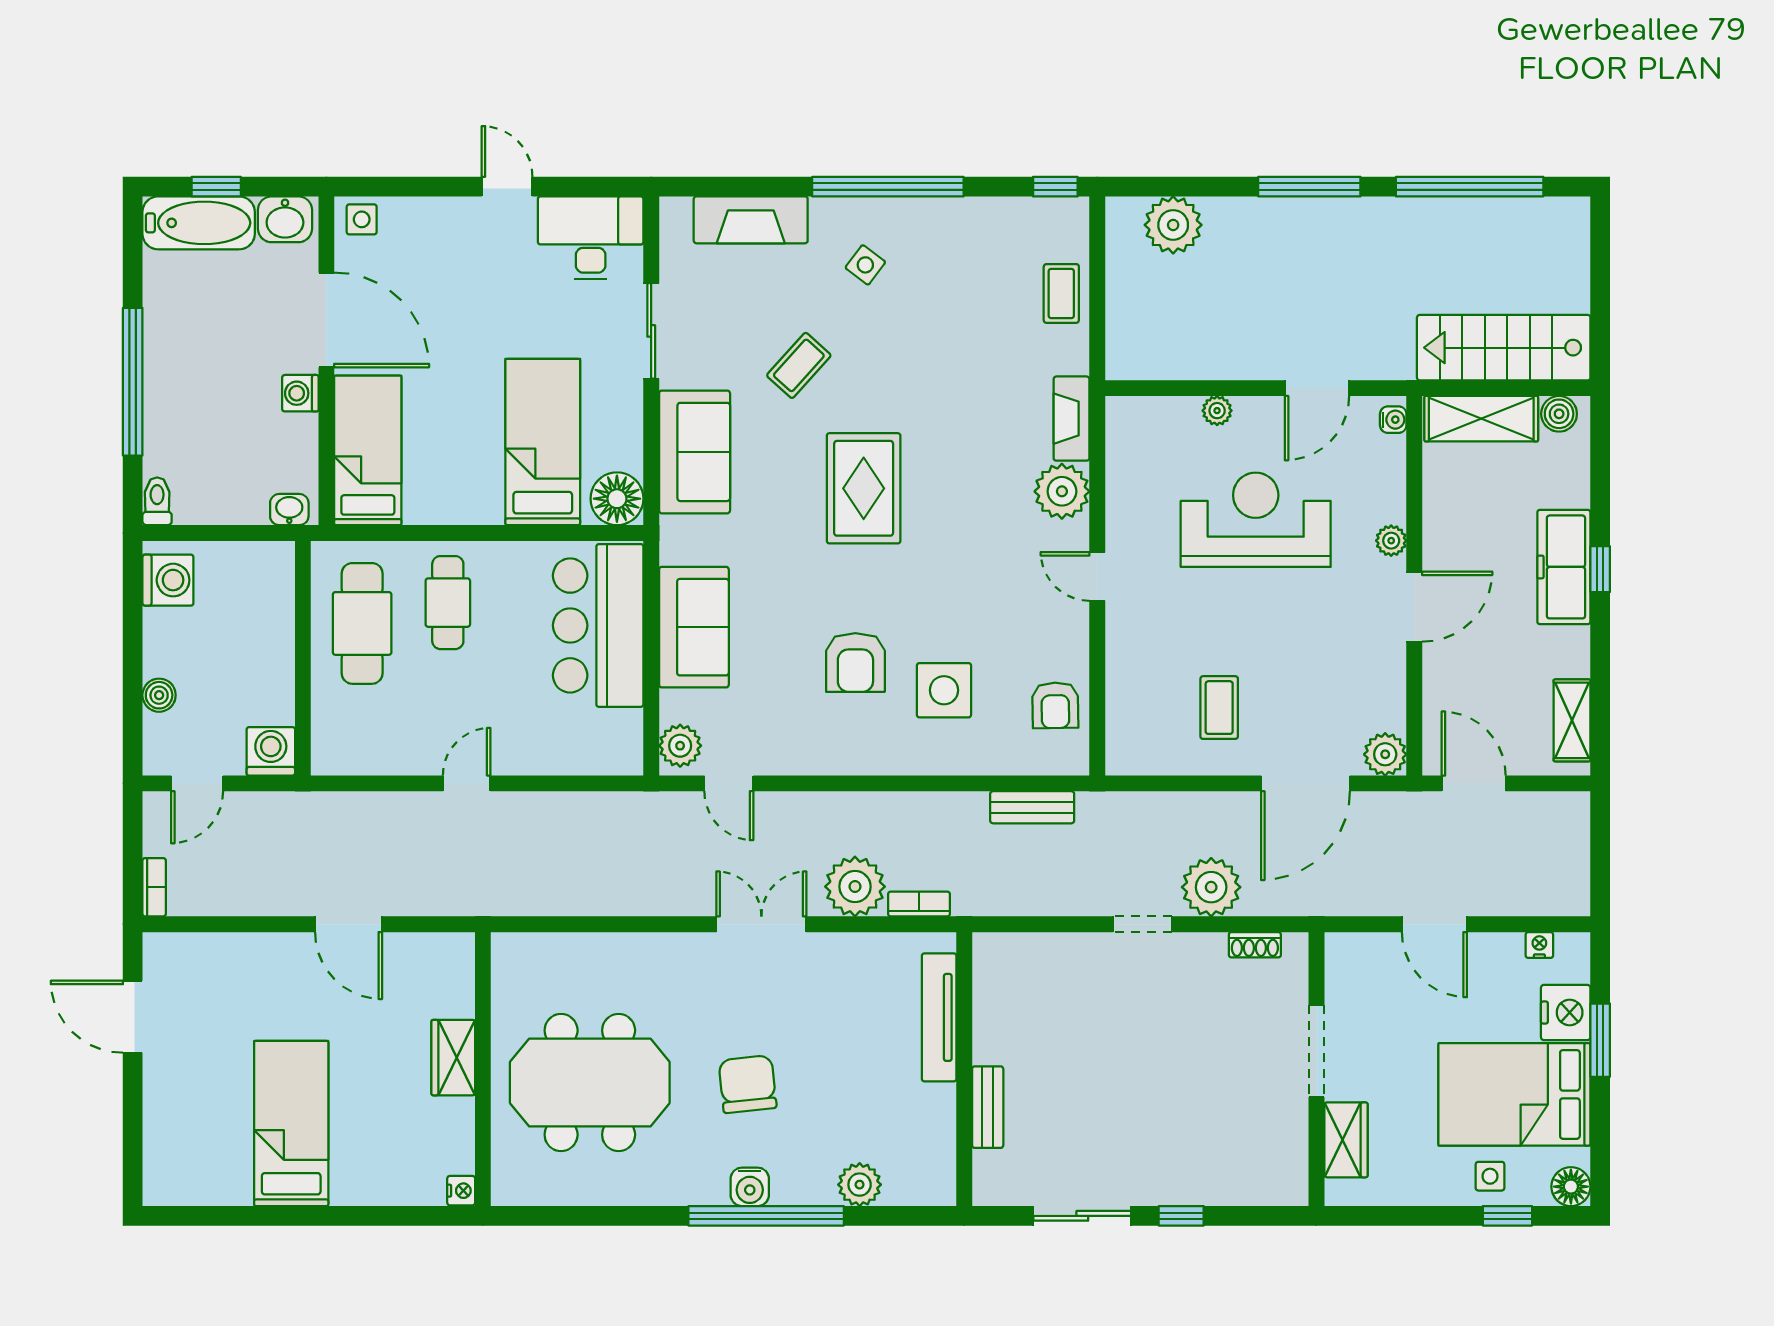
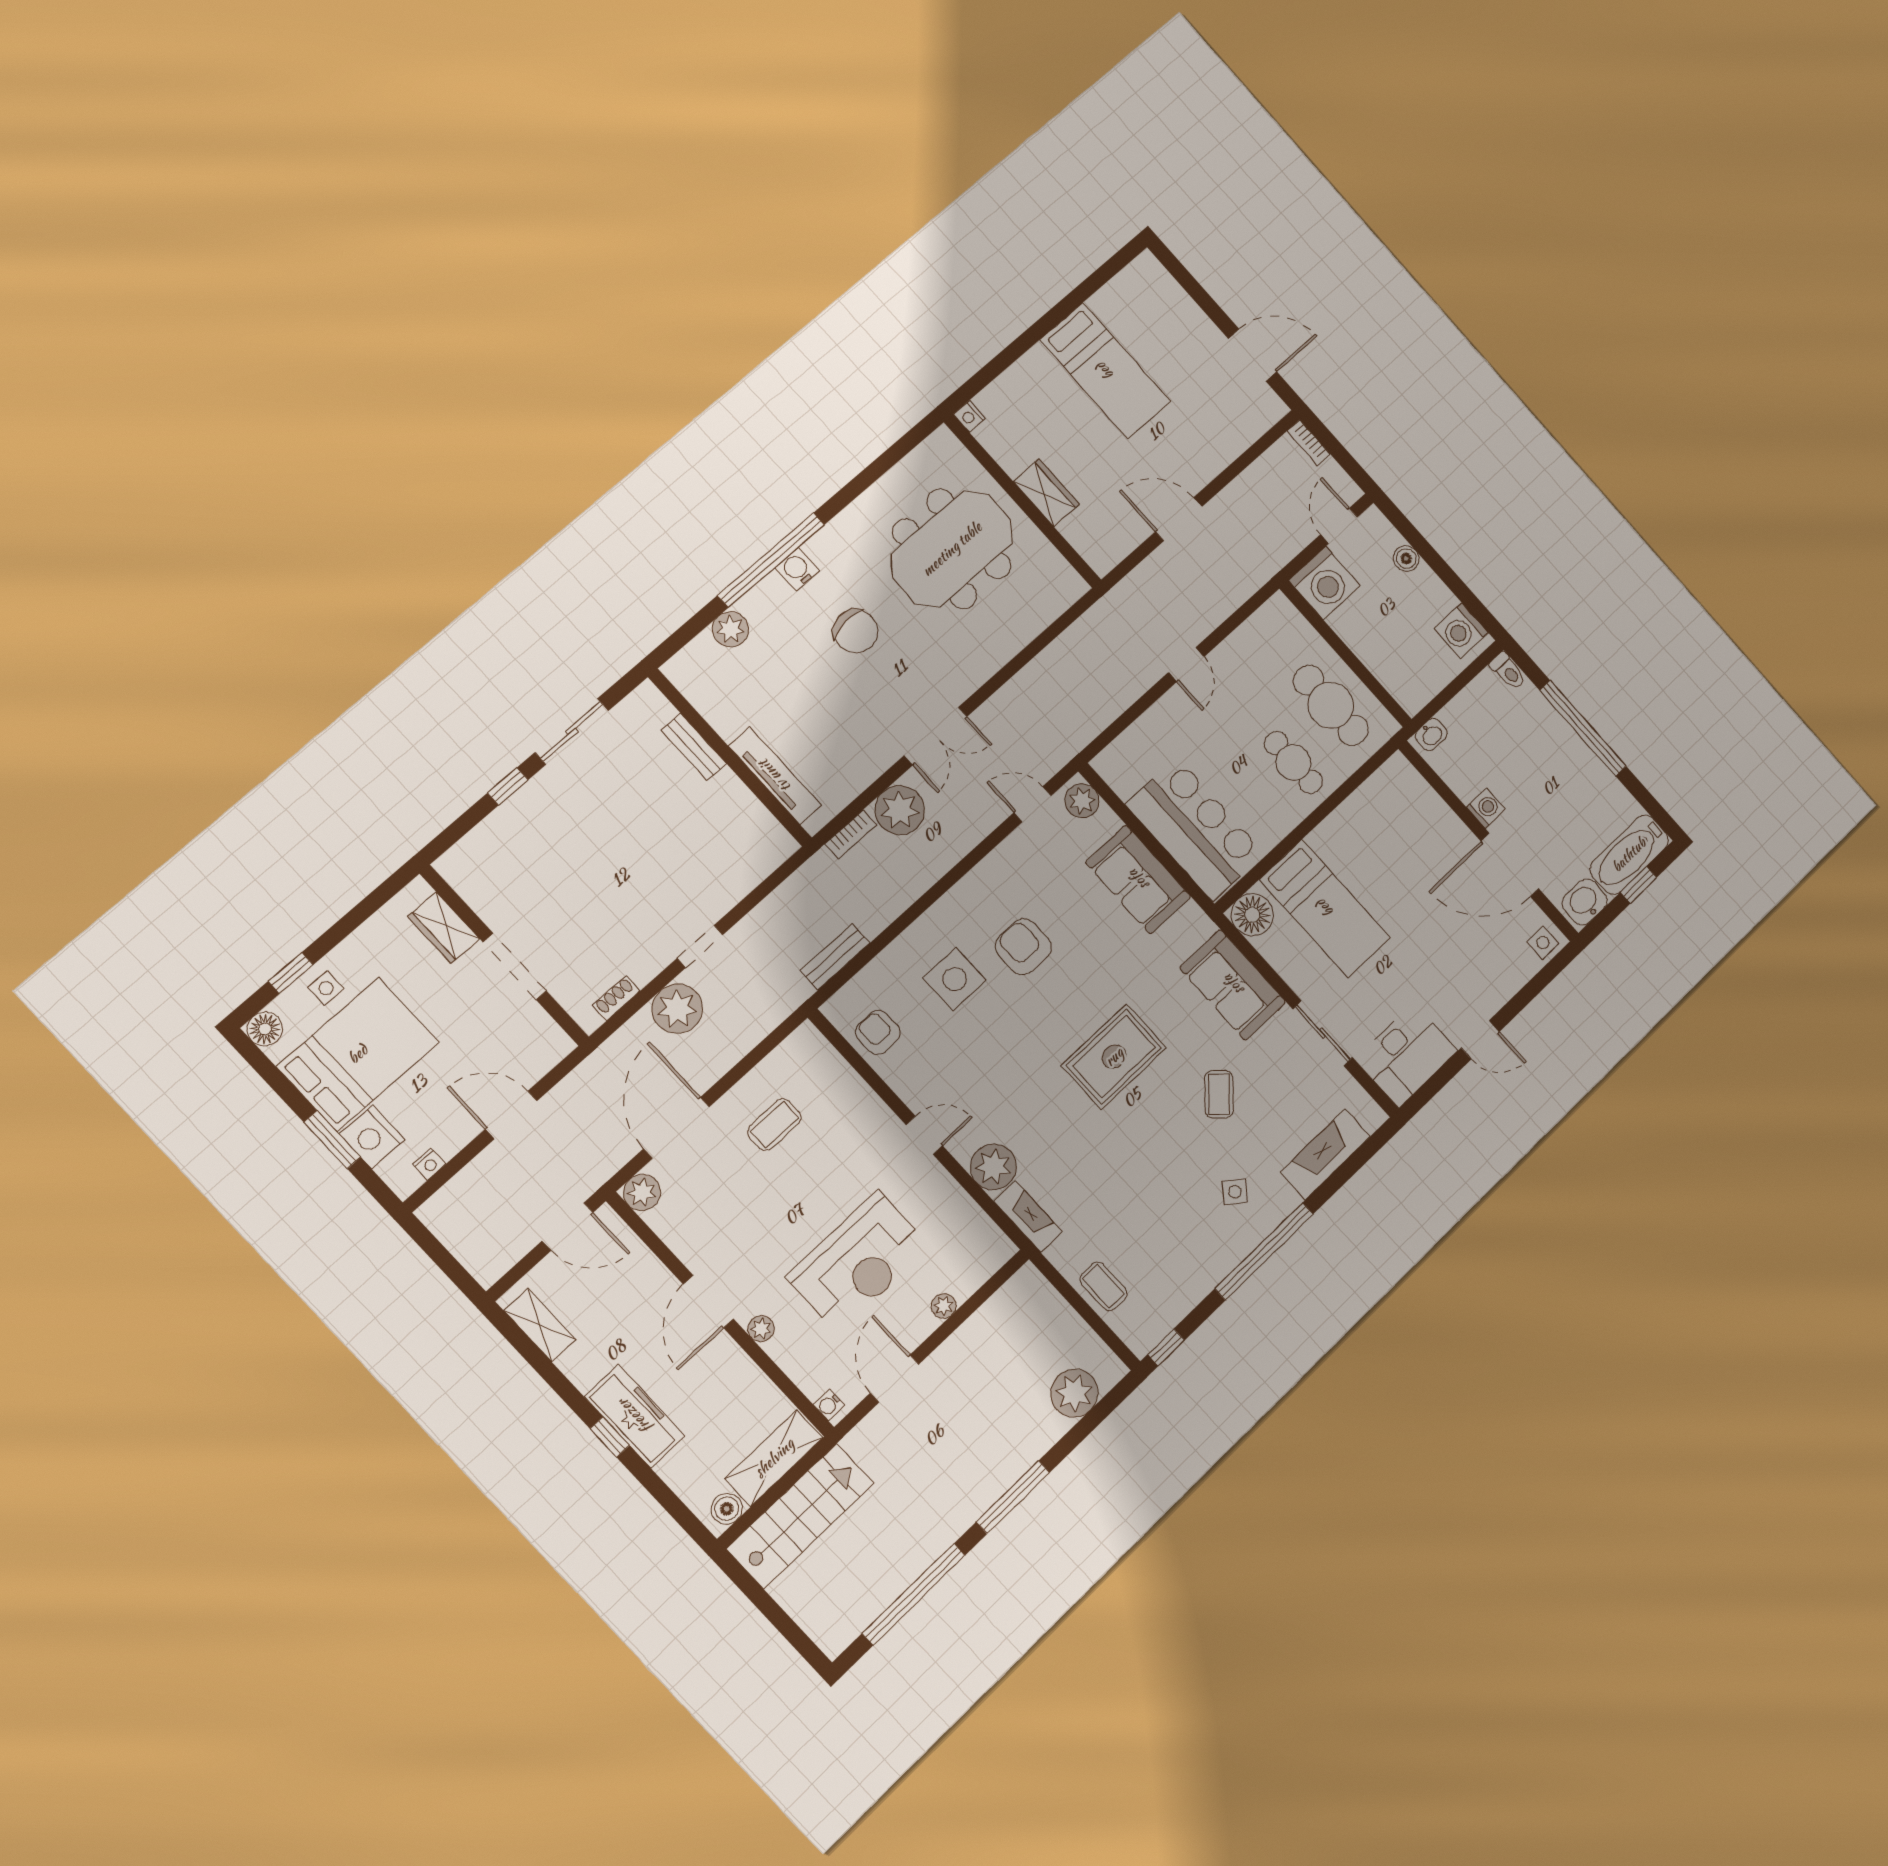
bed: (368, 450) -> (1419, 810), removed
rug: (864, 488) -> (1114, 1057), turned 90
coffee table: (1219, 708) -> (775, 1125), turned 90
washing machine: (271, 751) -> (1324, 583), width x1.37, depth x1.37

